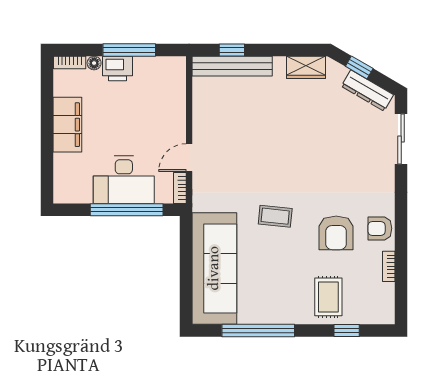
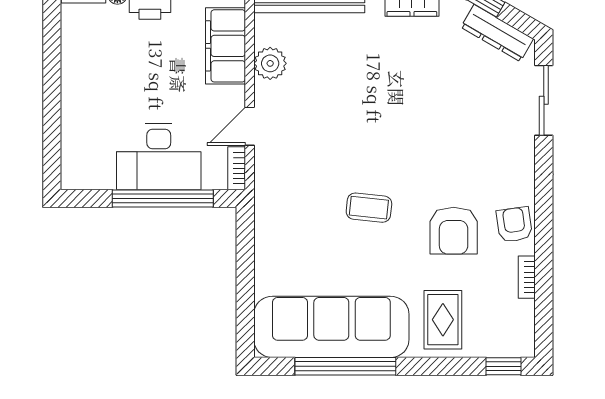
plant: (204, 112) -> (270, 63), added
filing cabinet: (67, 125) -> (225, 46), moved, turned 180
armchair: (380, 228) -> (514, 225), turned 82
sofa: (214, 268) -> (331, 327), moved, turned -90
window: (347, 330) -> (503, 366), moved

